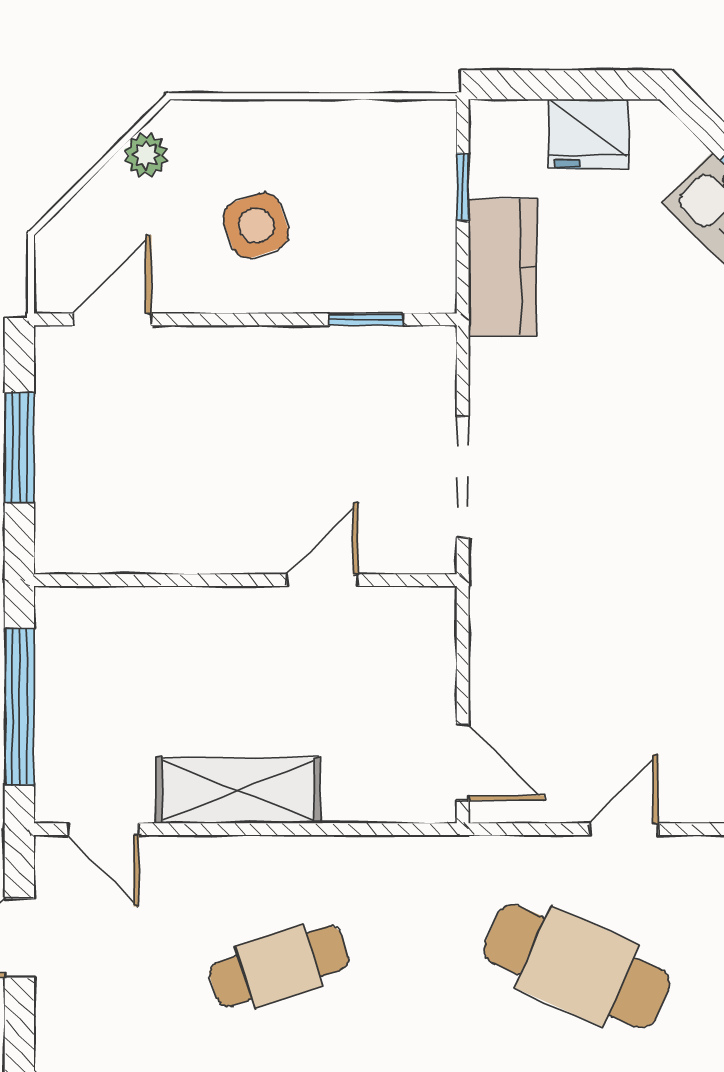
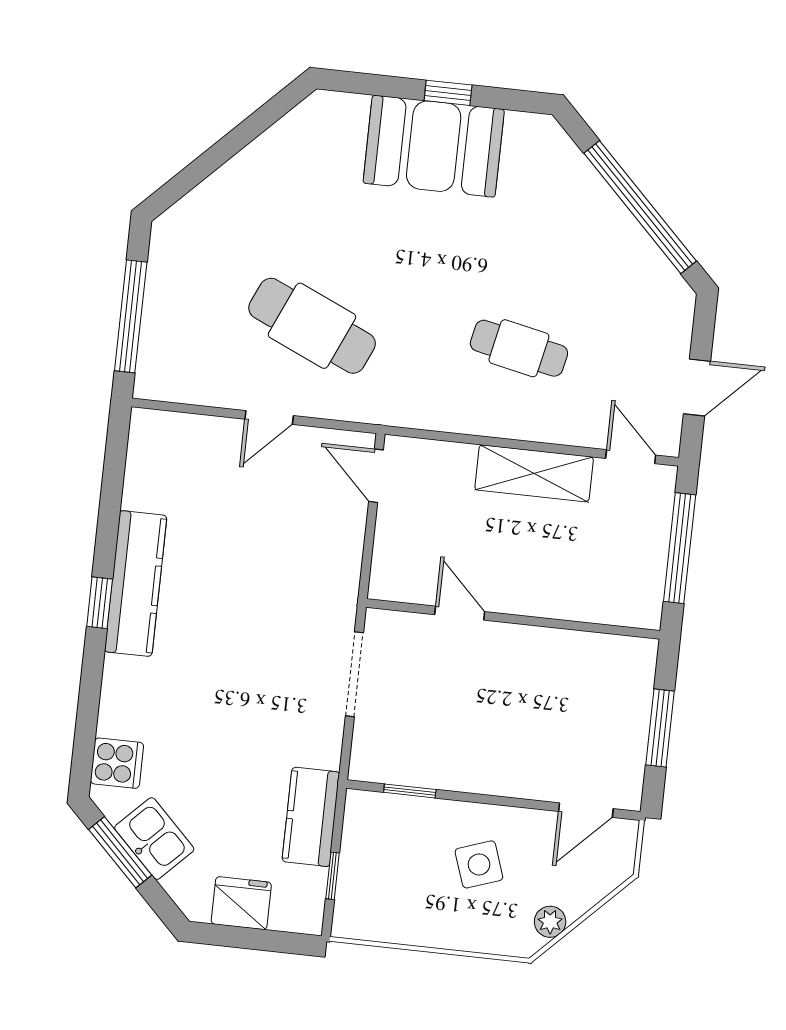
door: (322, 580) -> (460, 613), swing flipped
cafe table: (279, 966) -> (519, 348), turned 30

